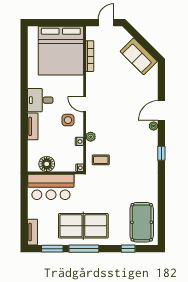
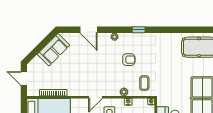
door: (161, 111) -> (88, 30), moved
armchair: (127, 142) -> (129, 60), added

